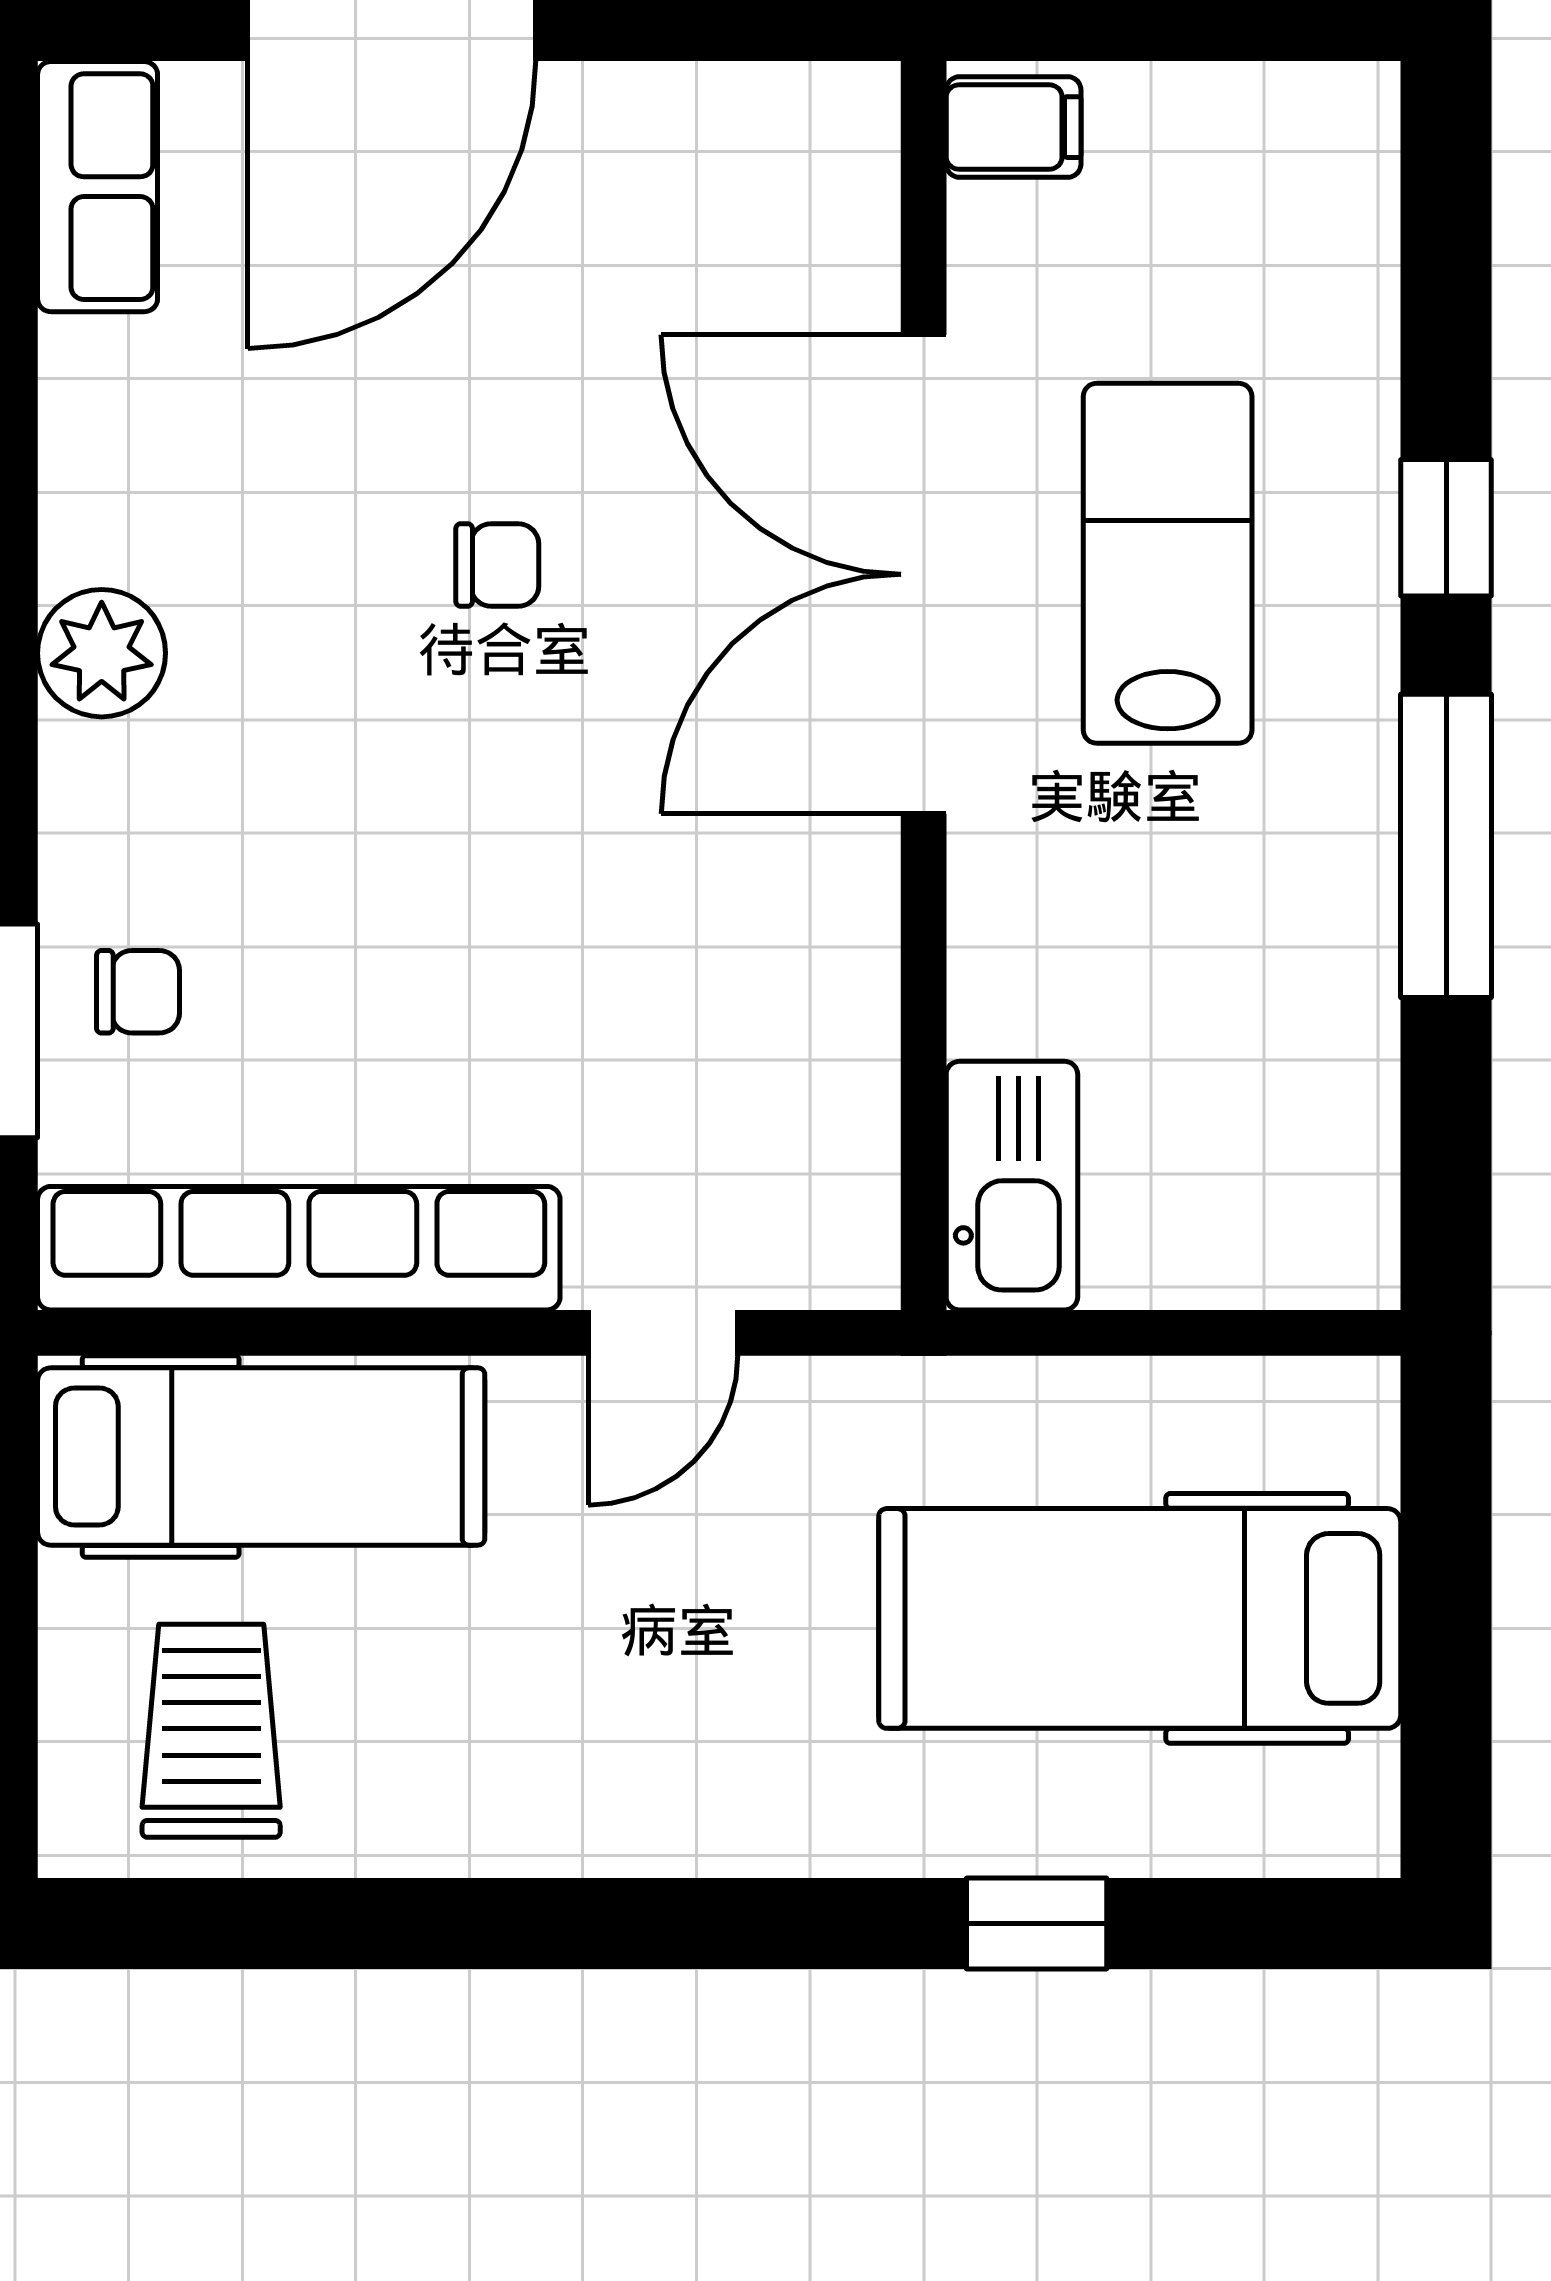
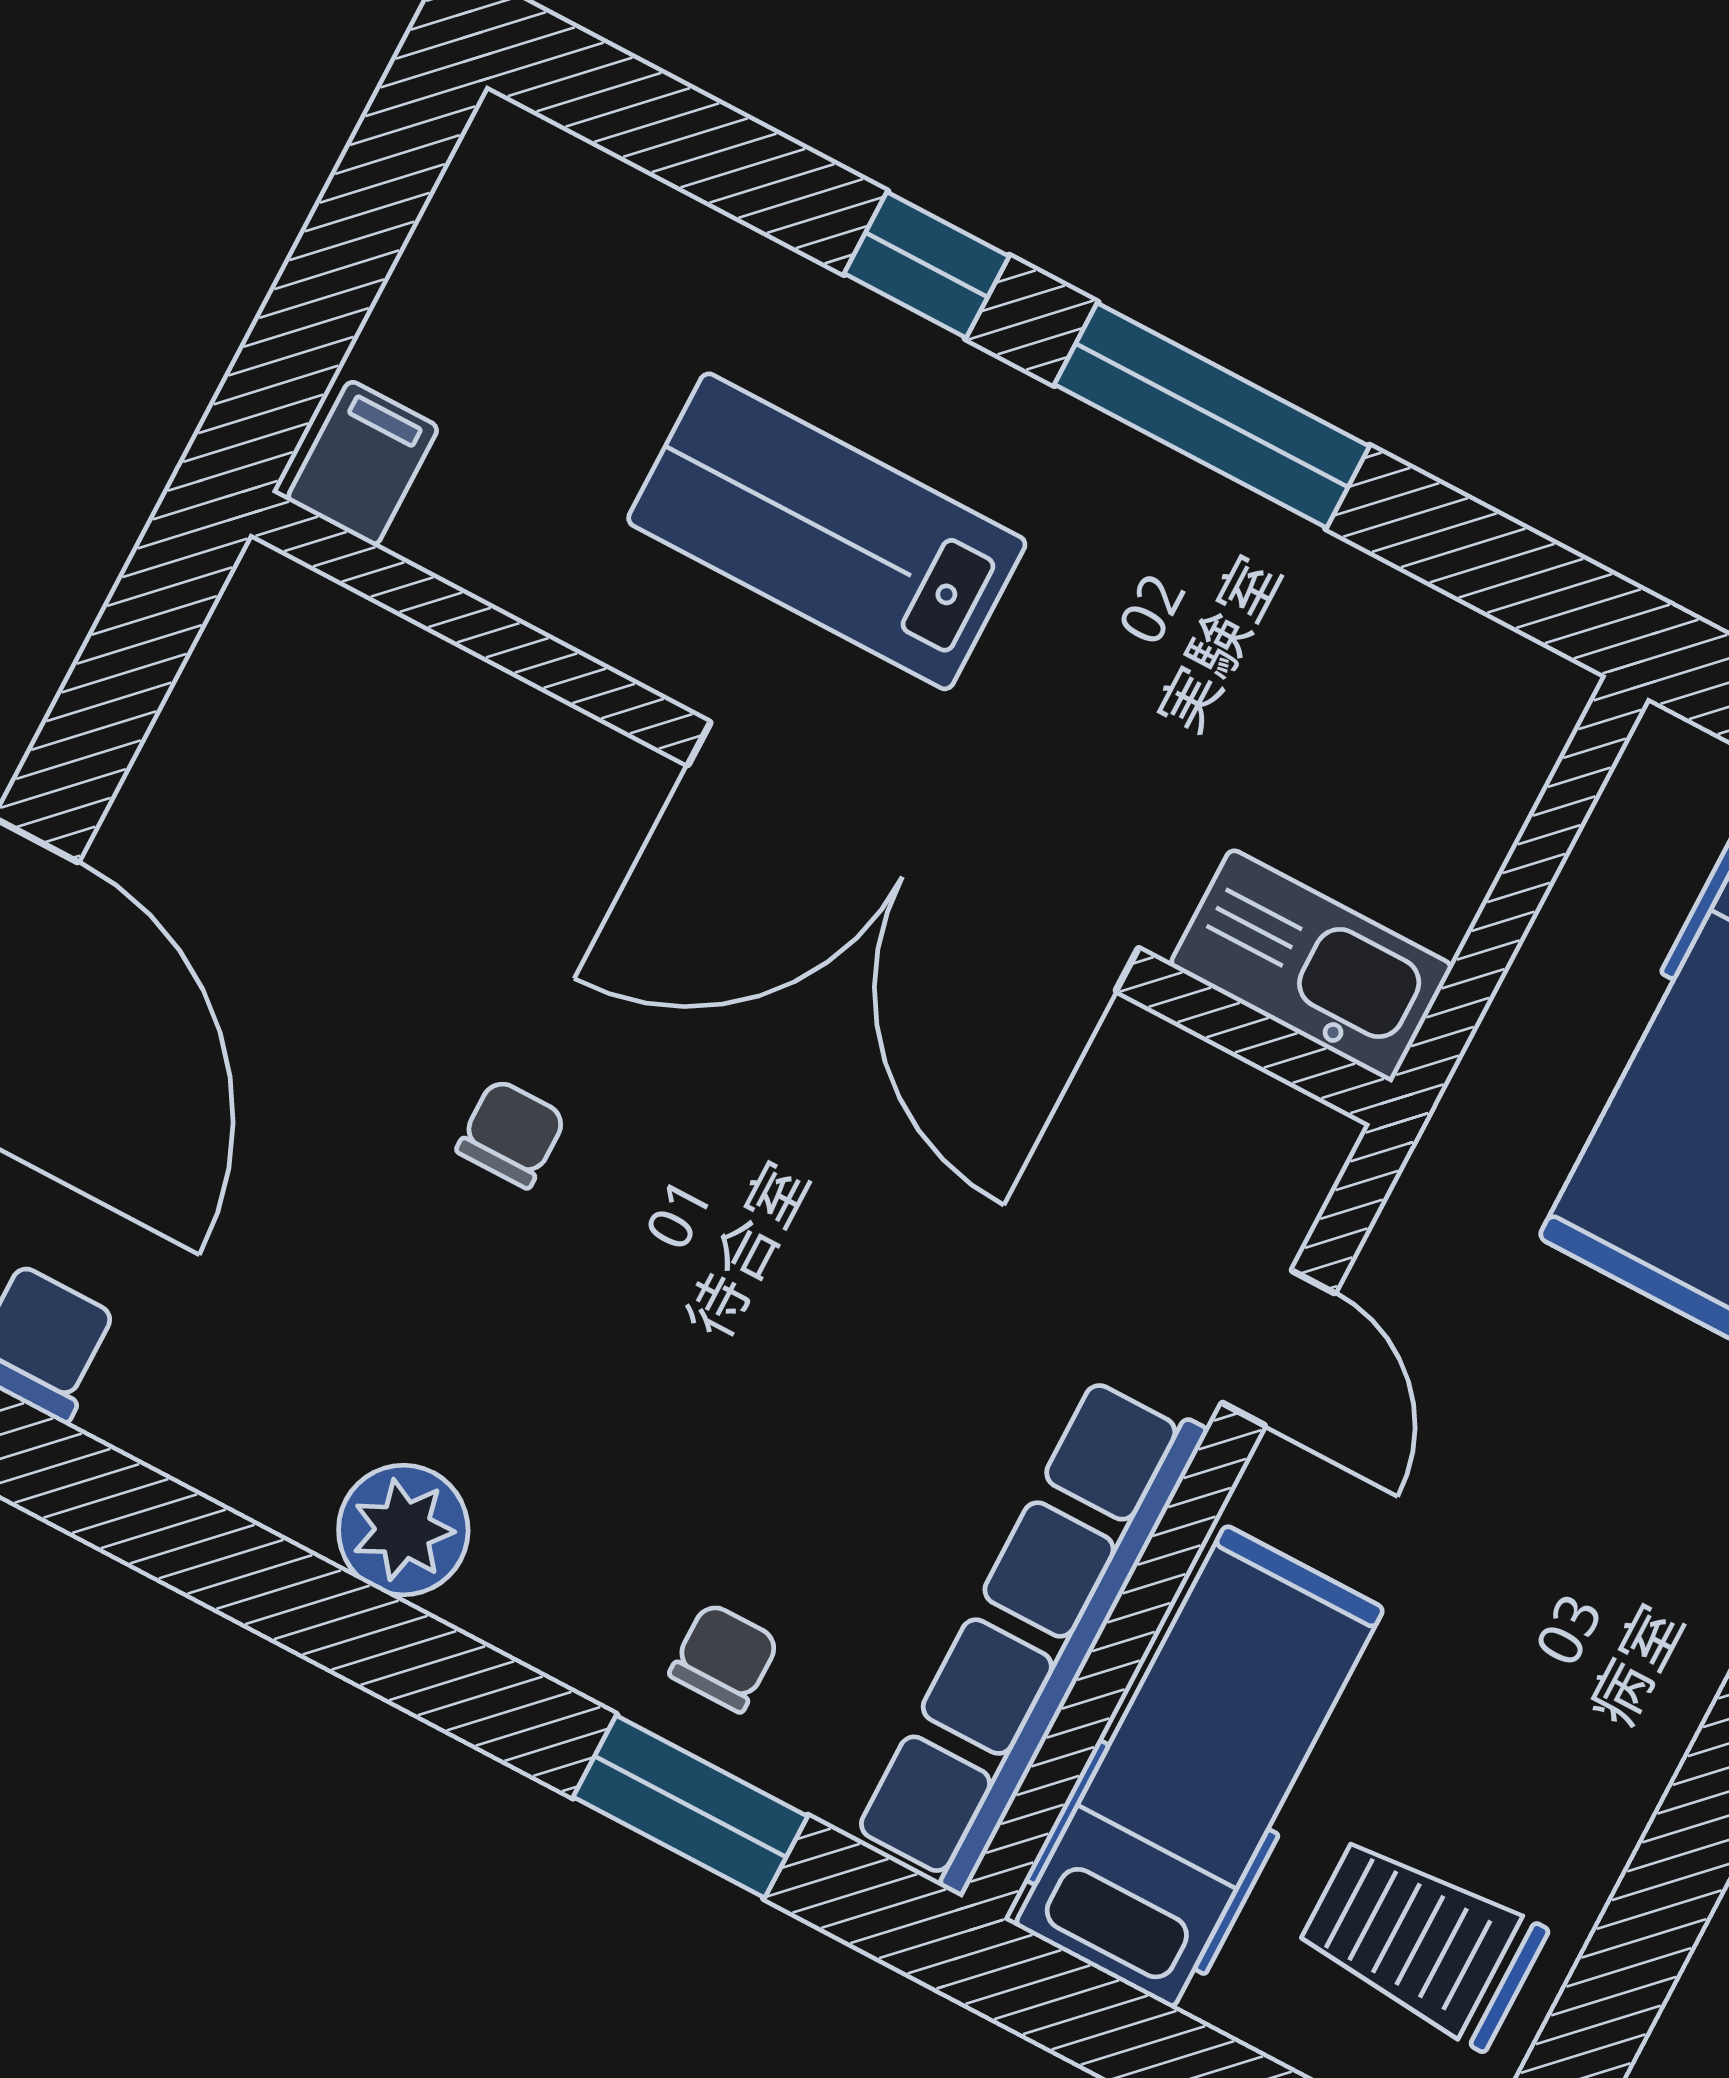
double door: (924, 574) -> (913, 857), moved

